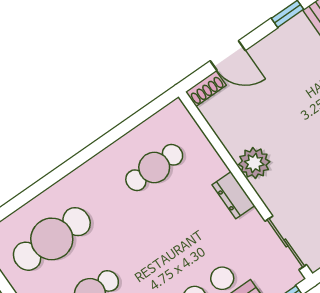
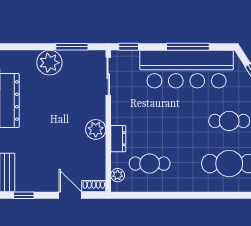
plant: (185, 124) -> (118, 175), added
dresser: (233, 195) -> (118, 139), moved

